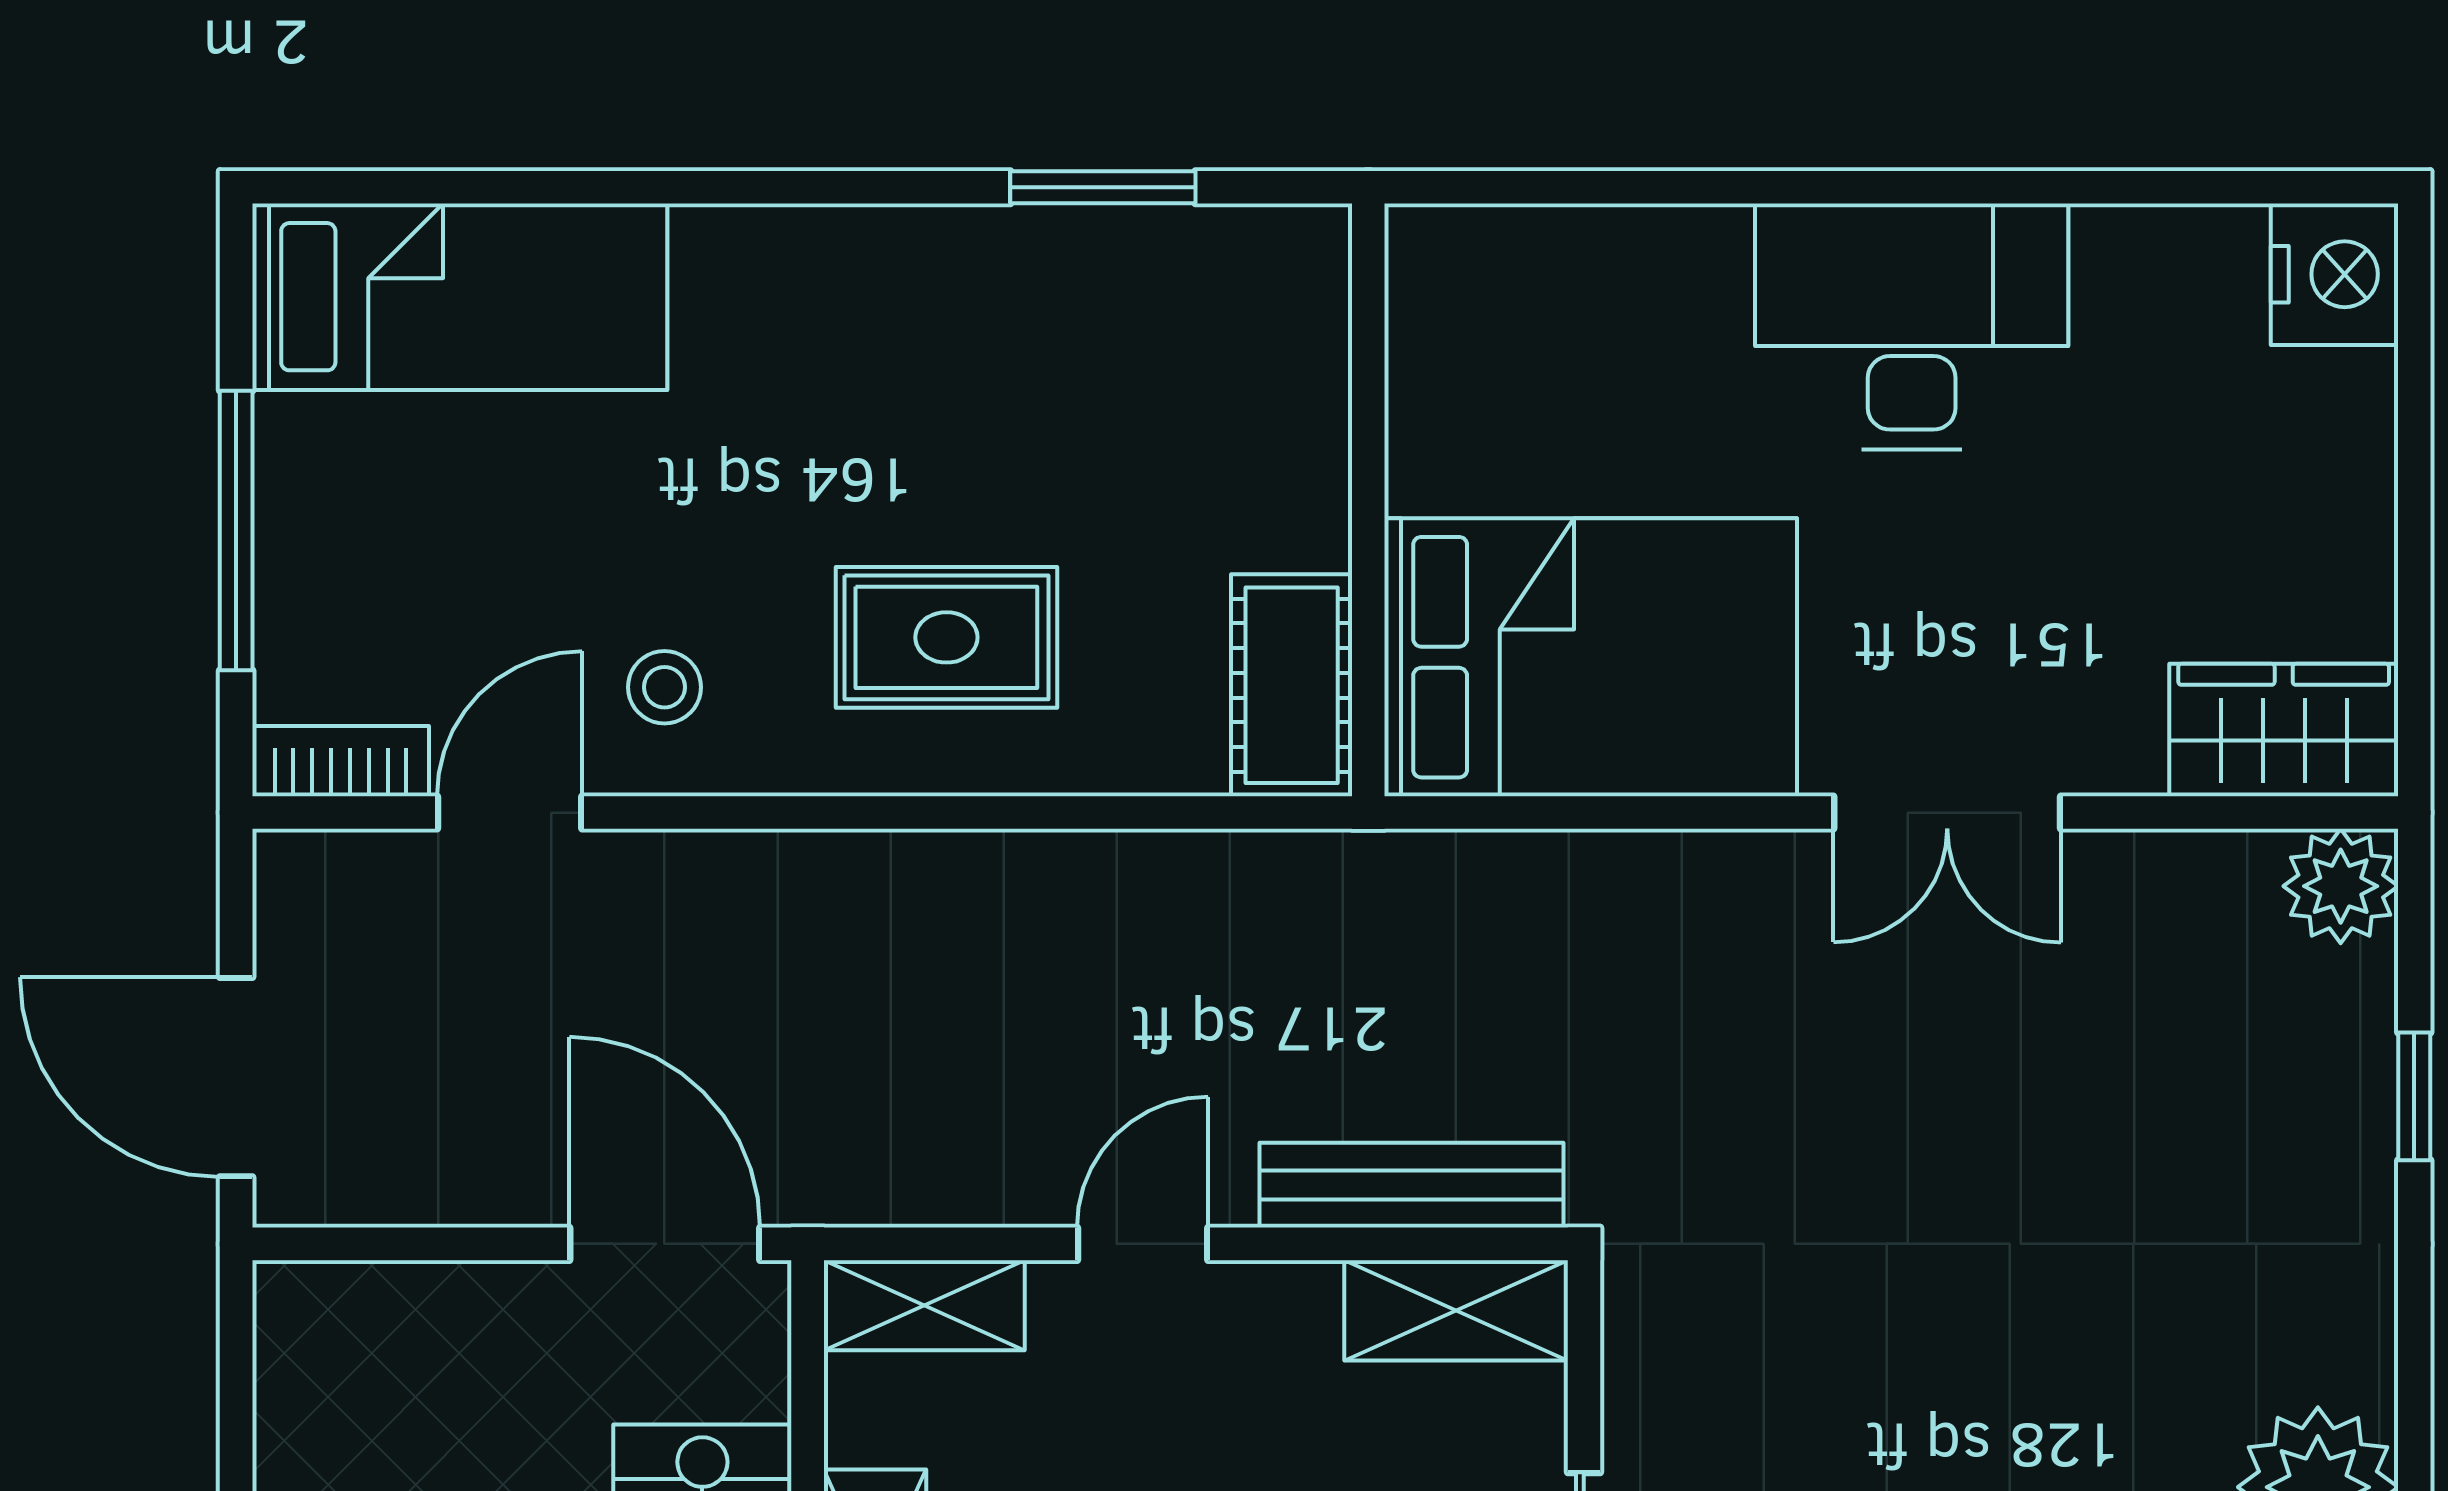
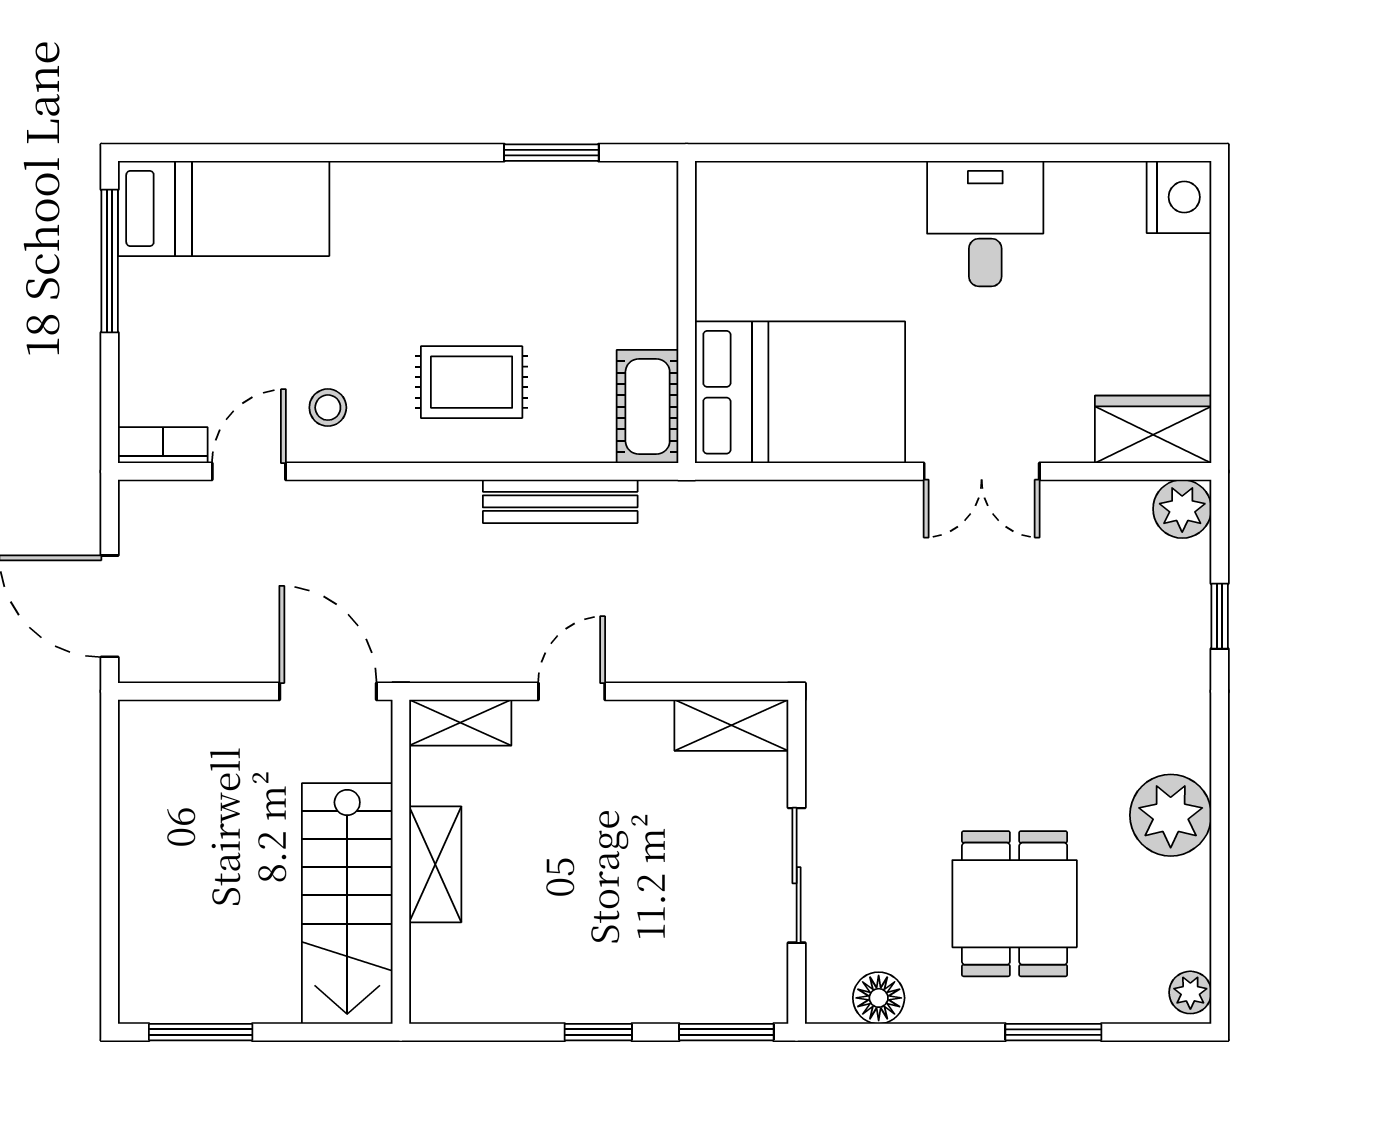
desk: (1912, 326) -> (985, 224), width x0.73
window: (236, 531) -> (110, 261), moved
bench: (1411, 1185) -> (560, 501), moved

